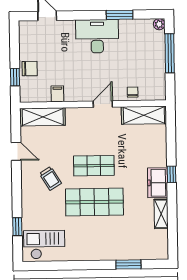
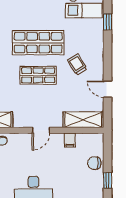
window: (15, 77) -> (108, 180), moved
door: (103, 104) -> (41, 130), moved

